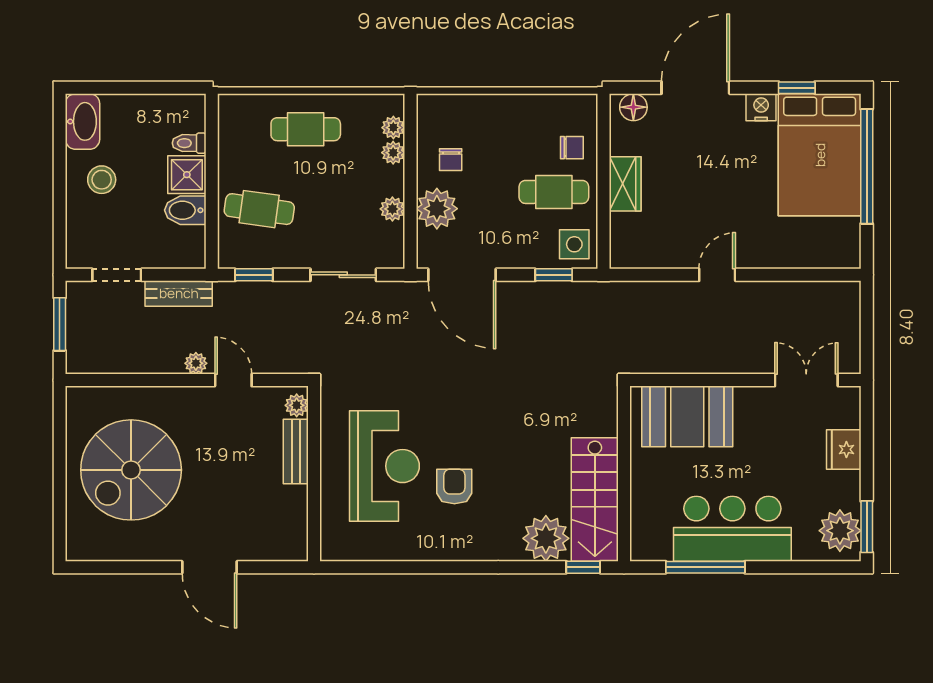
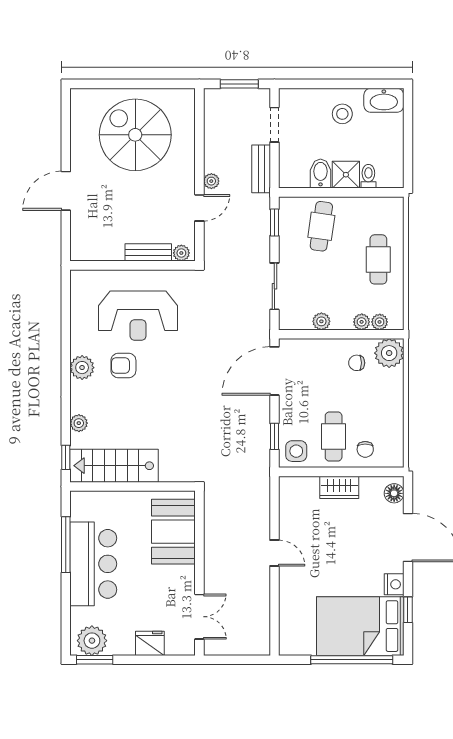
plant: (437, 209) -> (389, 353), moved
armchair: (454, 486) -> (123, 366), turned 180
plant: (546, 538) -> (79, 423), width x0.53, depth x0.53
plant: (457, 544) -> (82, 368), added

